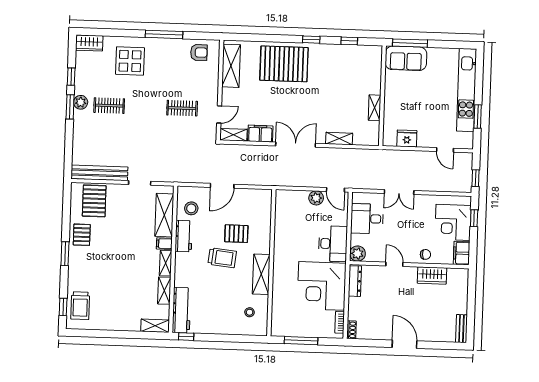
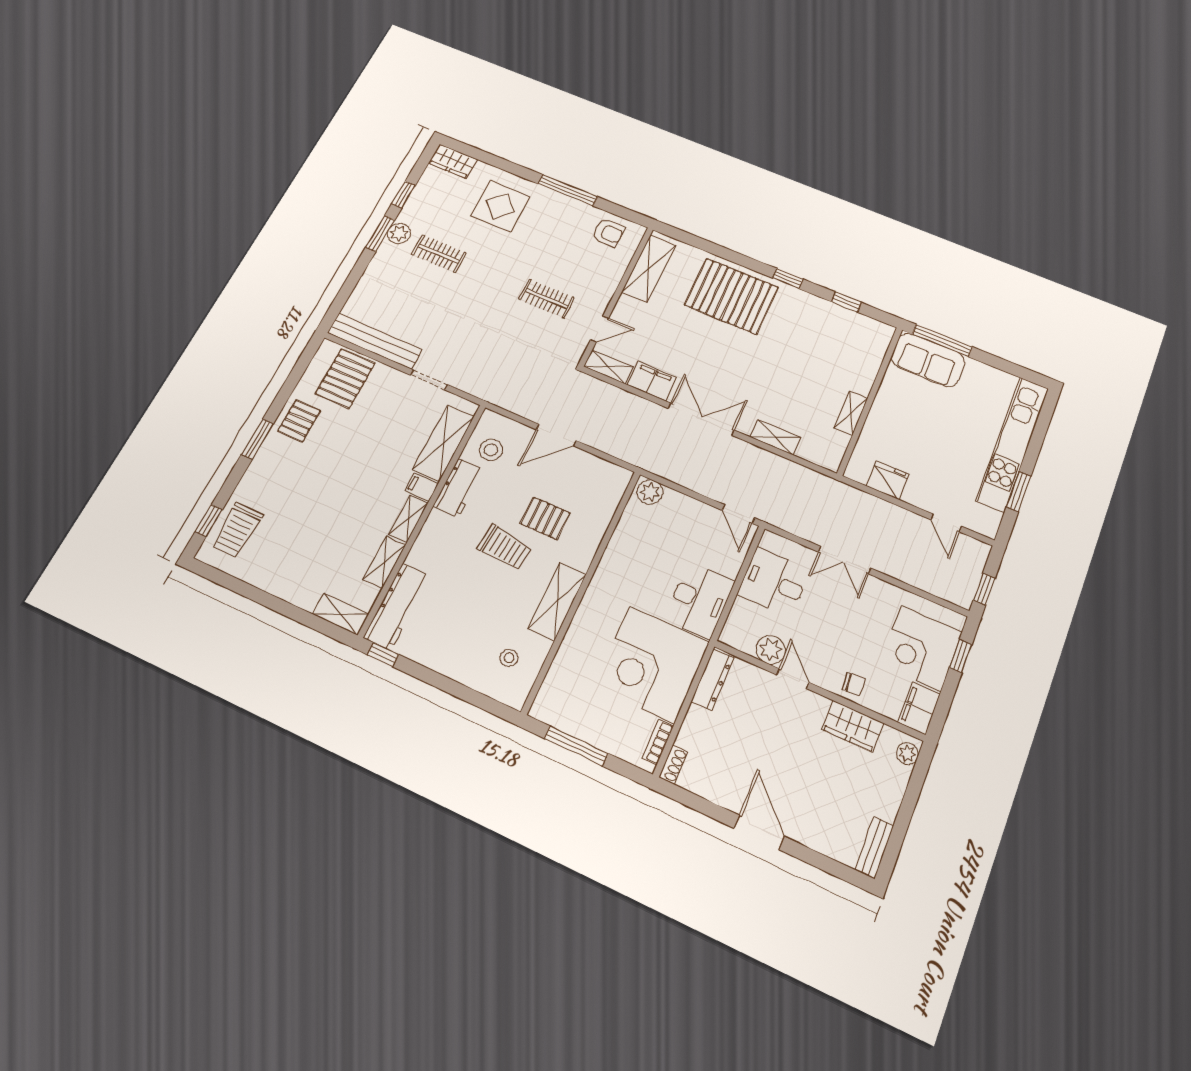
plant: (316, 198) -> (650, 492), moved
plant: (358, 254) -> (771, 650), moved
plant: (463, 278) -> (907, 754), added

